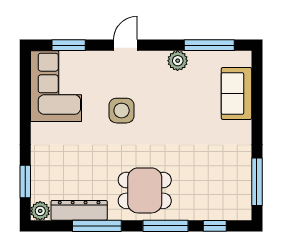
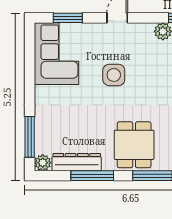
window: (25, 181) -> (30, 137), width x1.44
dining table: (145, 190) -> (134, 145), turned 90

